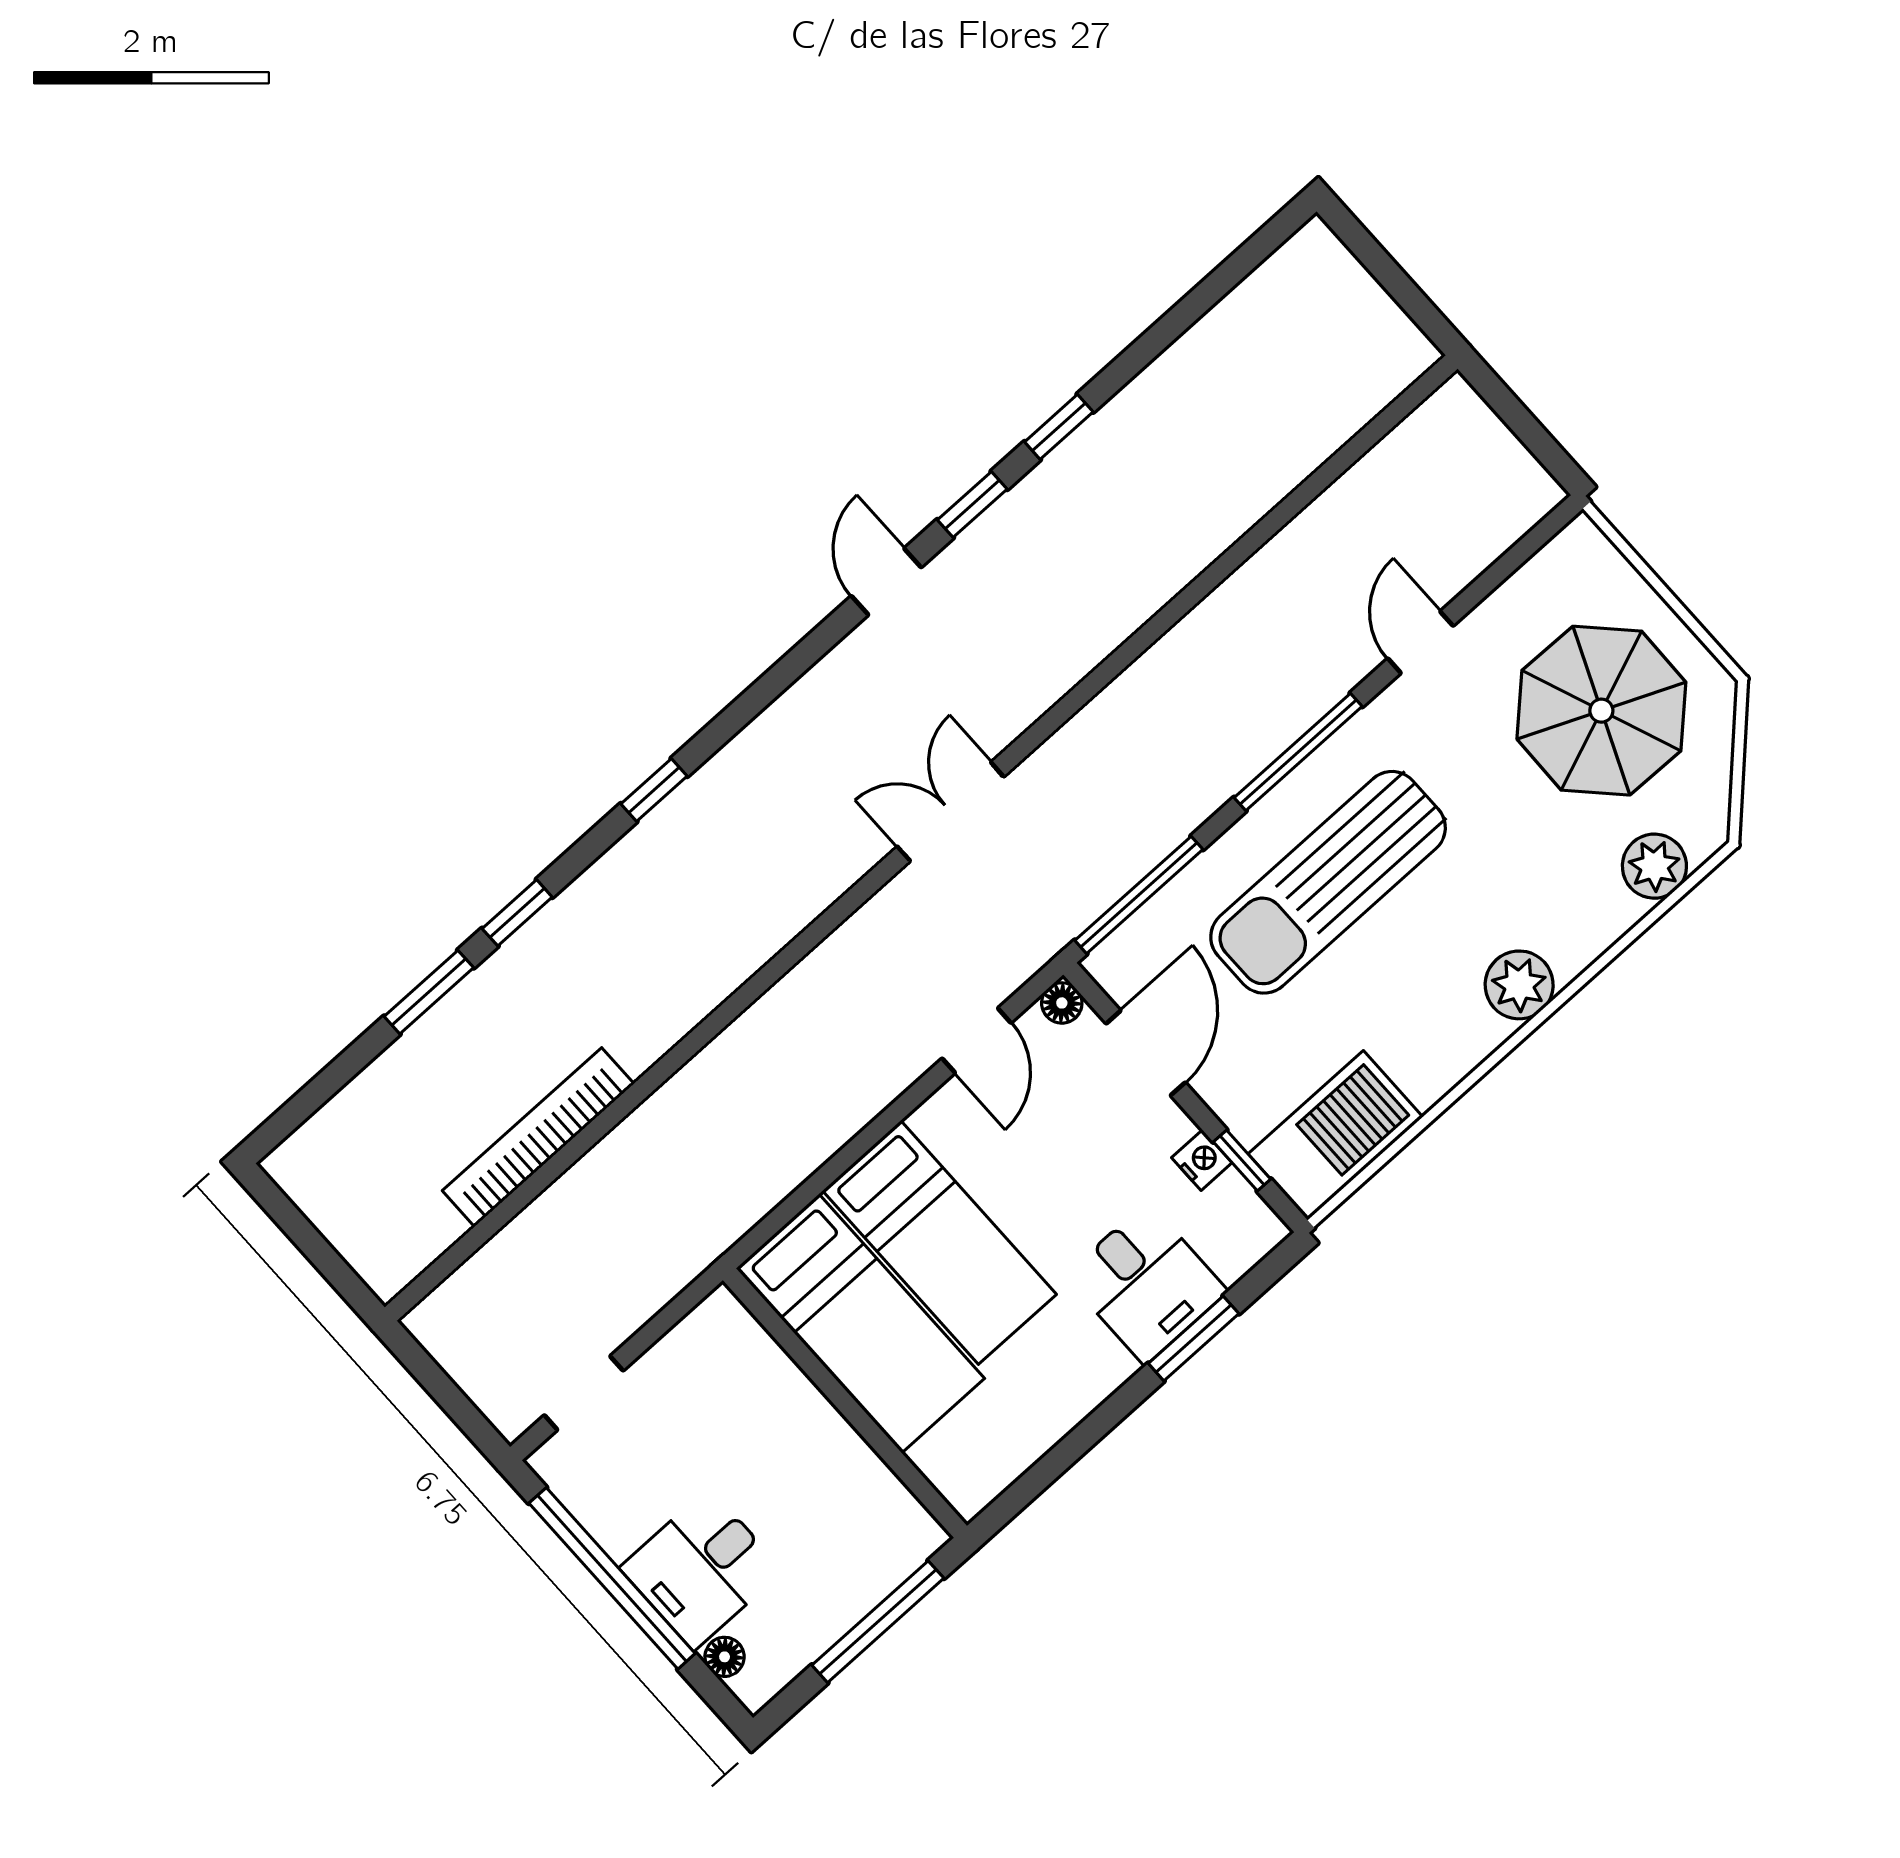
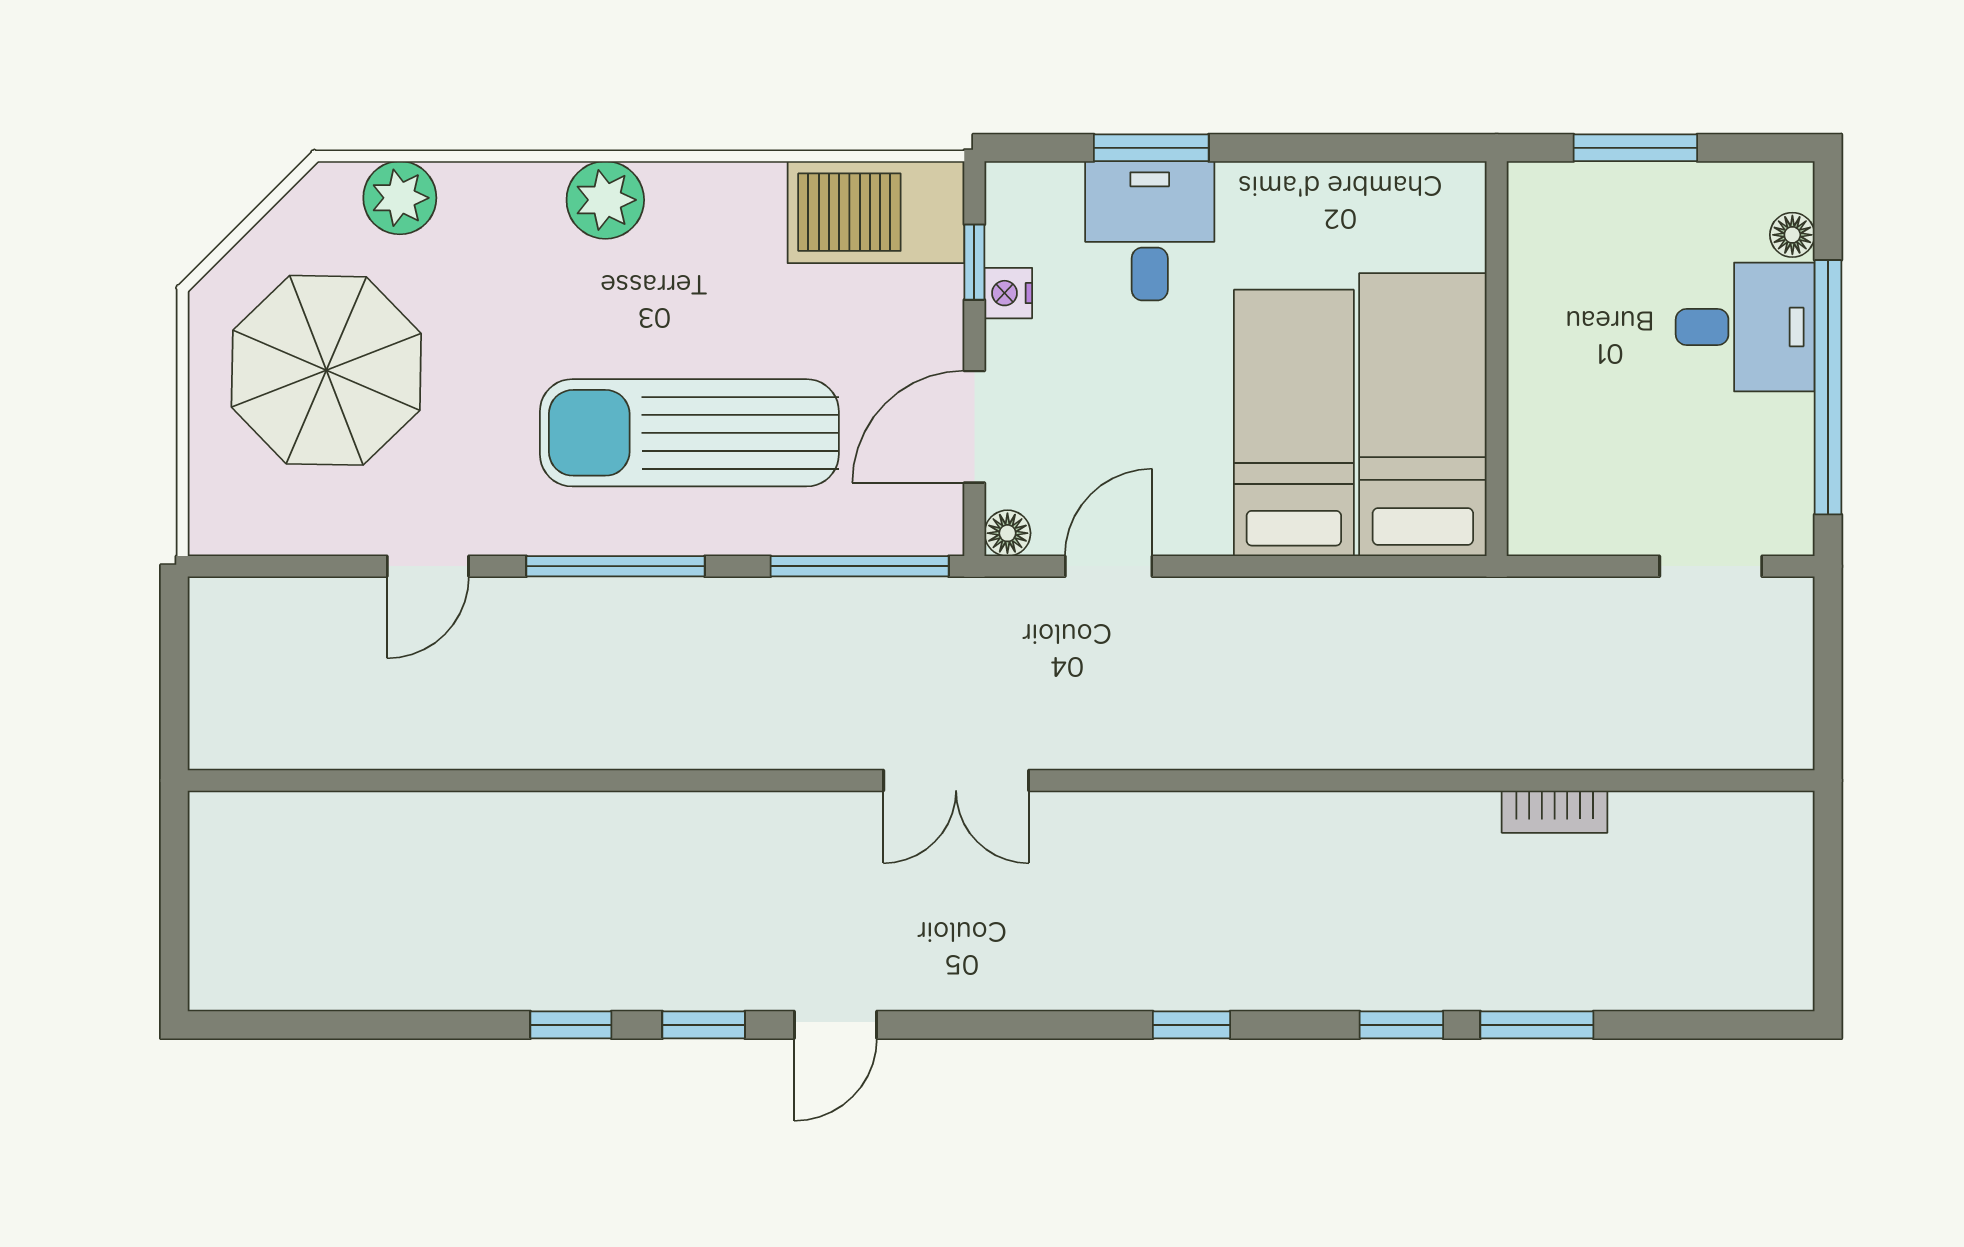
sun lounger: (1328, 882) -> (689, 433), turned 180
bookcase: (538, 1137) -> (1555, 812), width x0.43, depth x0.76
window: (878, 1622) -> (1635, 148), width x0.69

